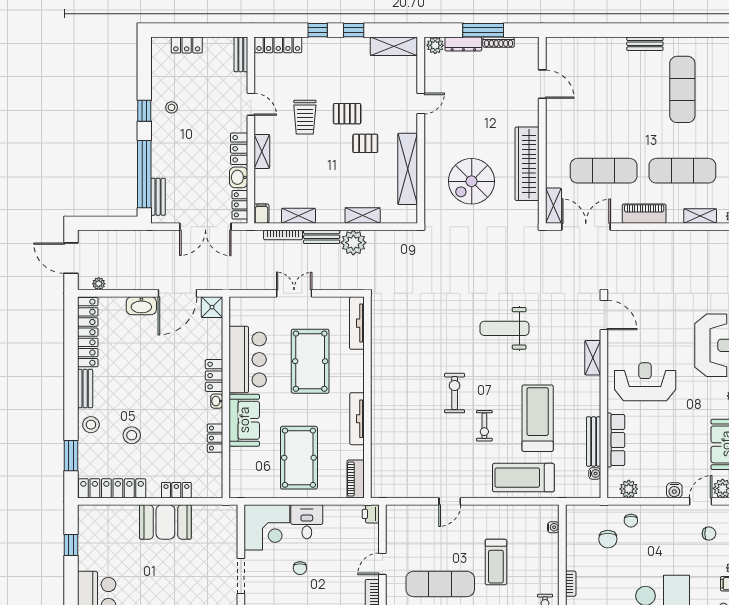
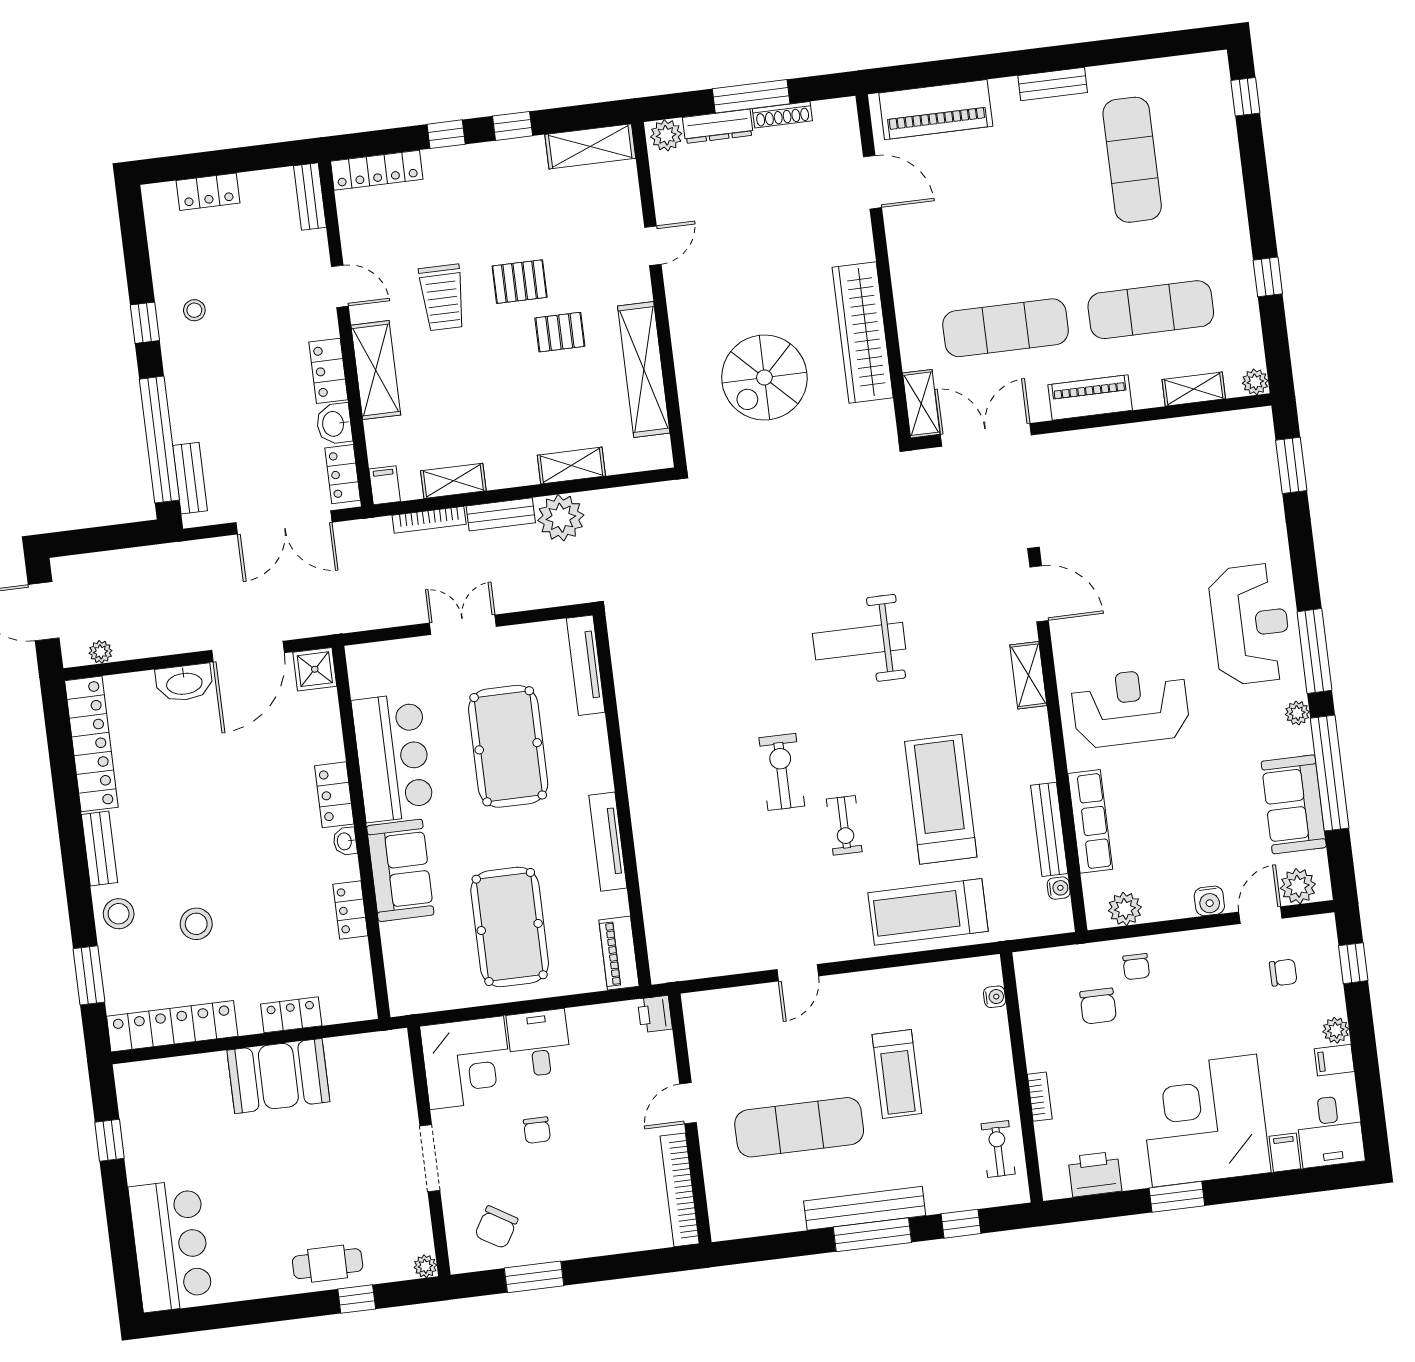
piano: (581, 50) -> (936, 110), added
shelving: (262, 151) -> (376, 370), width x1.50, depth x1.33

